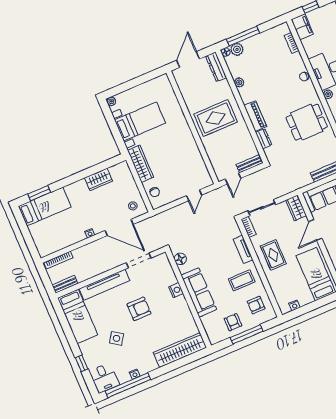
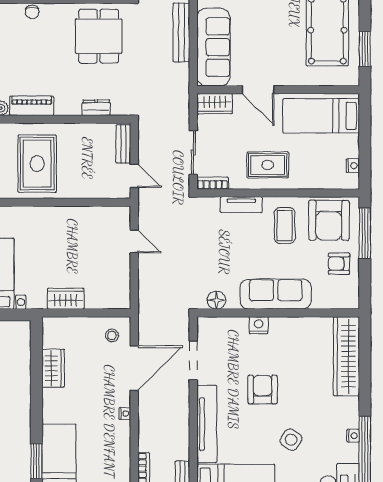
piano: (255, 116) -> (32, 106), moved
wardrobe: (141, 164) -> (66, 299), width x0.67
chair: (155, 192) -> (106, 296), removed
armchair: (256, 305) -> (329, 220), width x1.88, depth x1.88
window: (247, 334) -> (365, 233), moved

